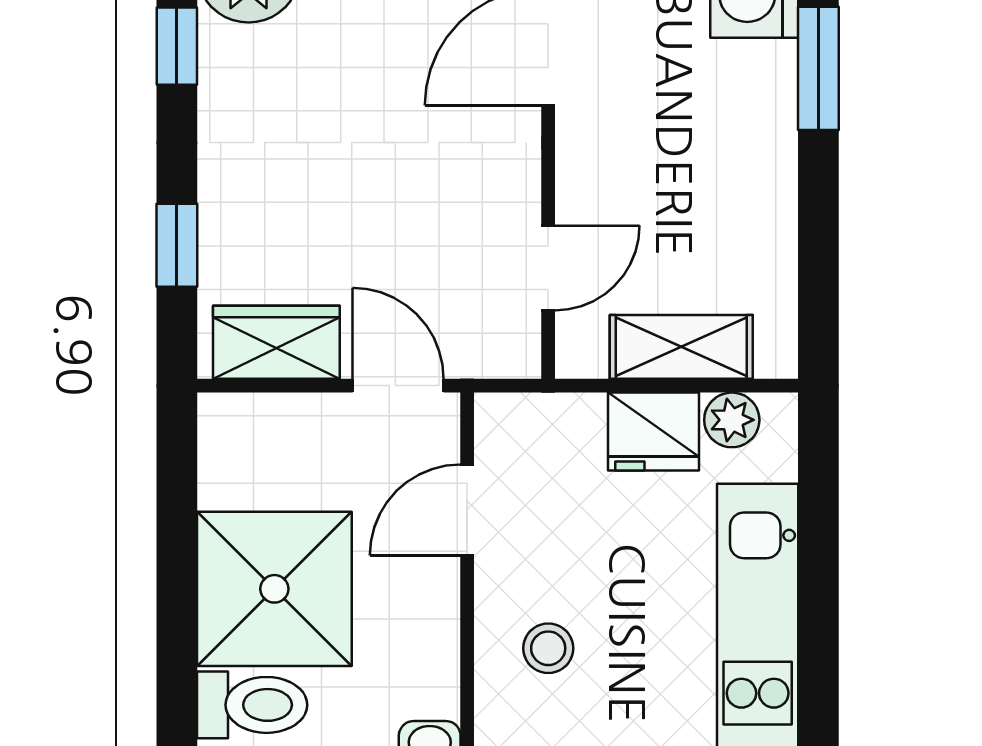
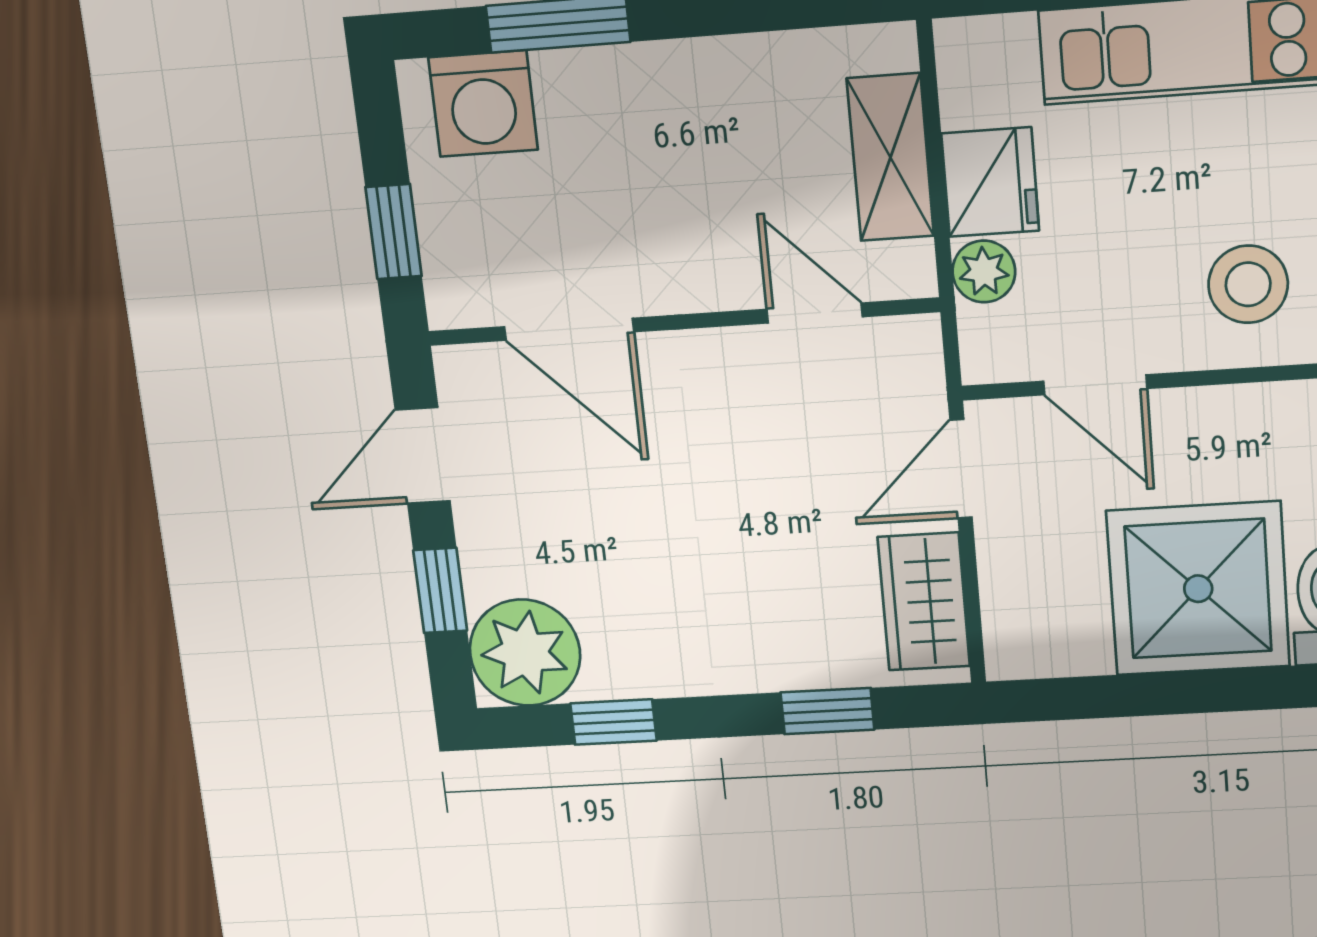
plant: (732, 420) -> (984, 271), moved
stool: (548, 648) -> (1248, 284), width x1.37, depth x1.37

